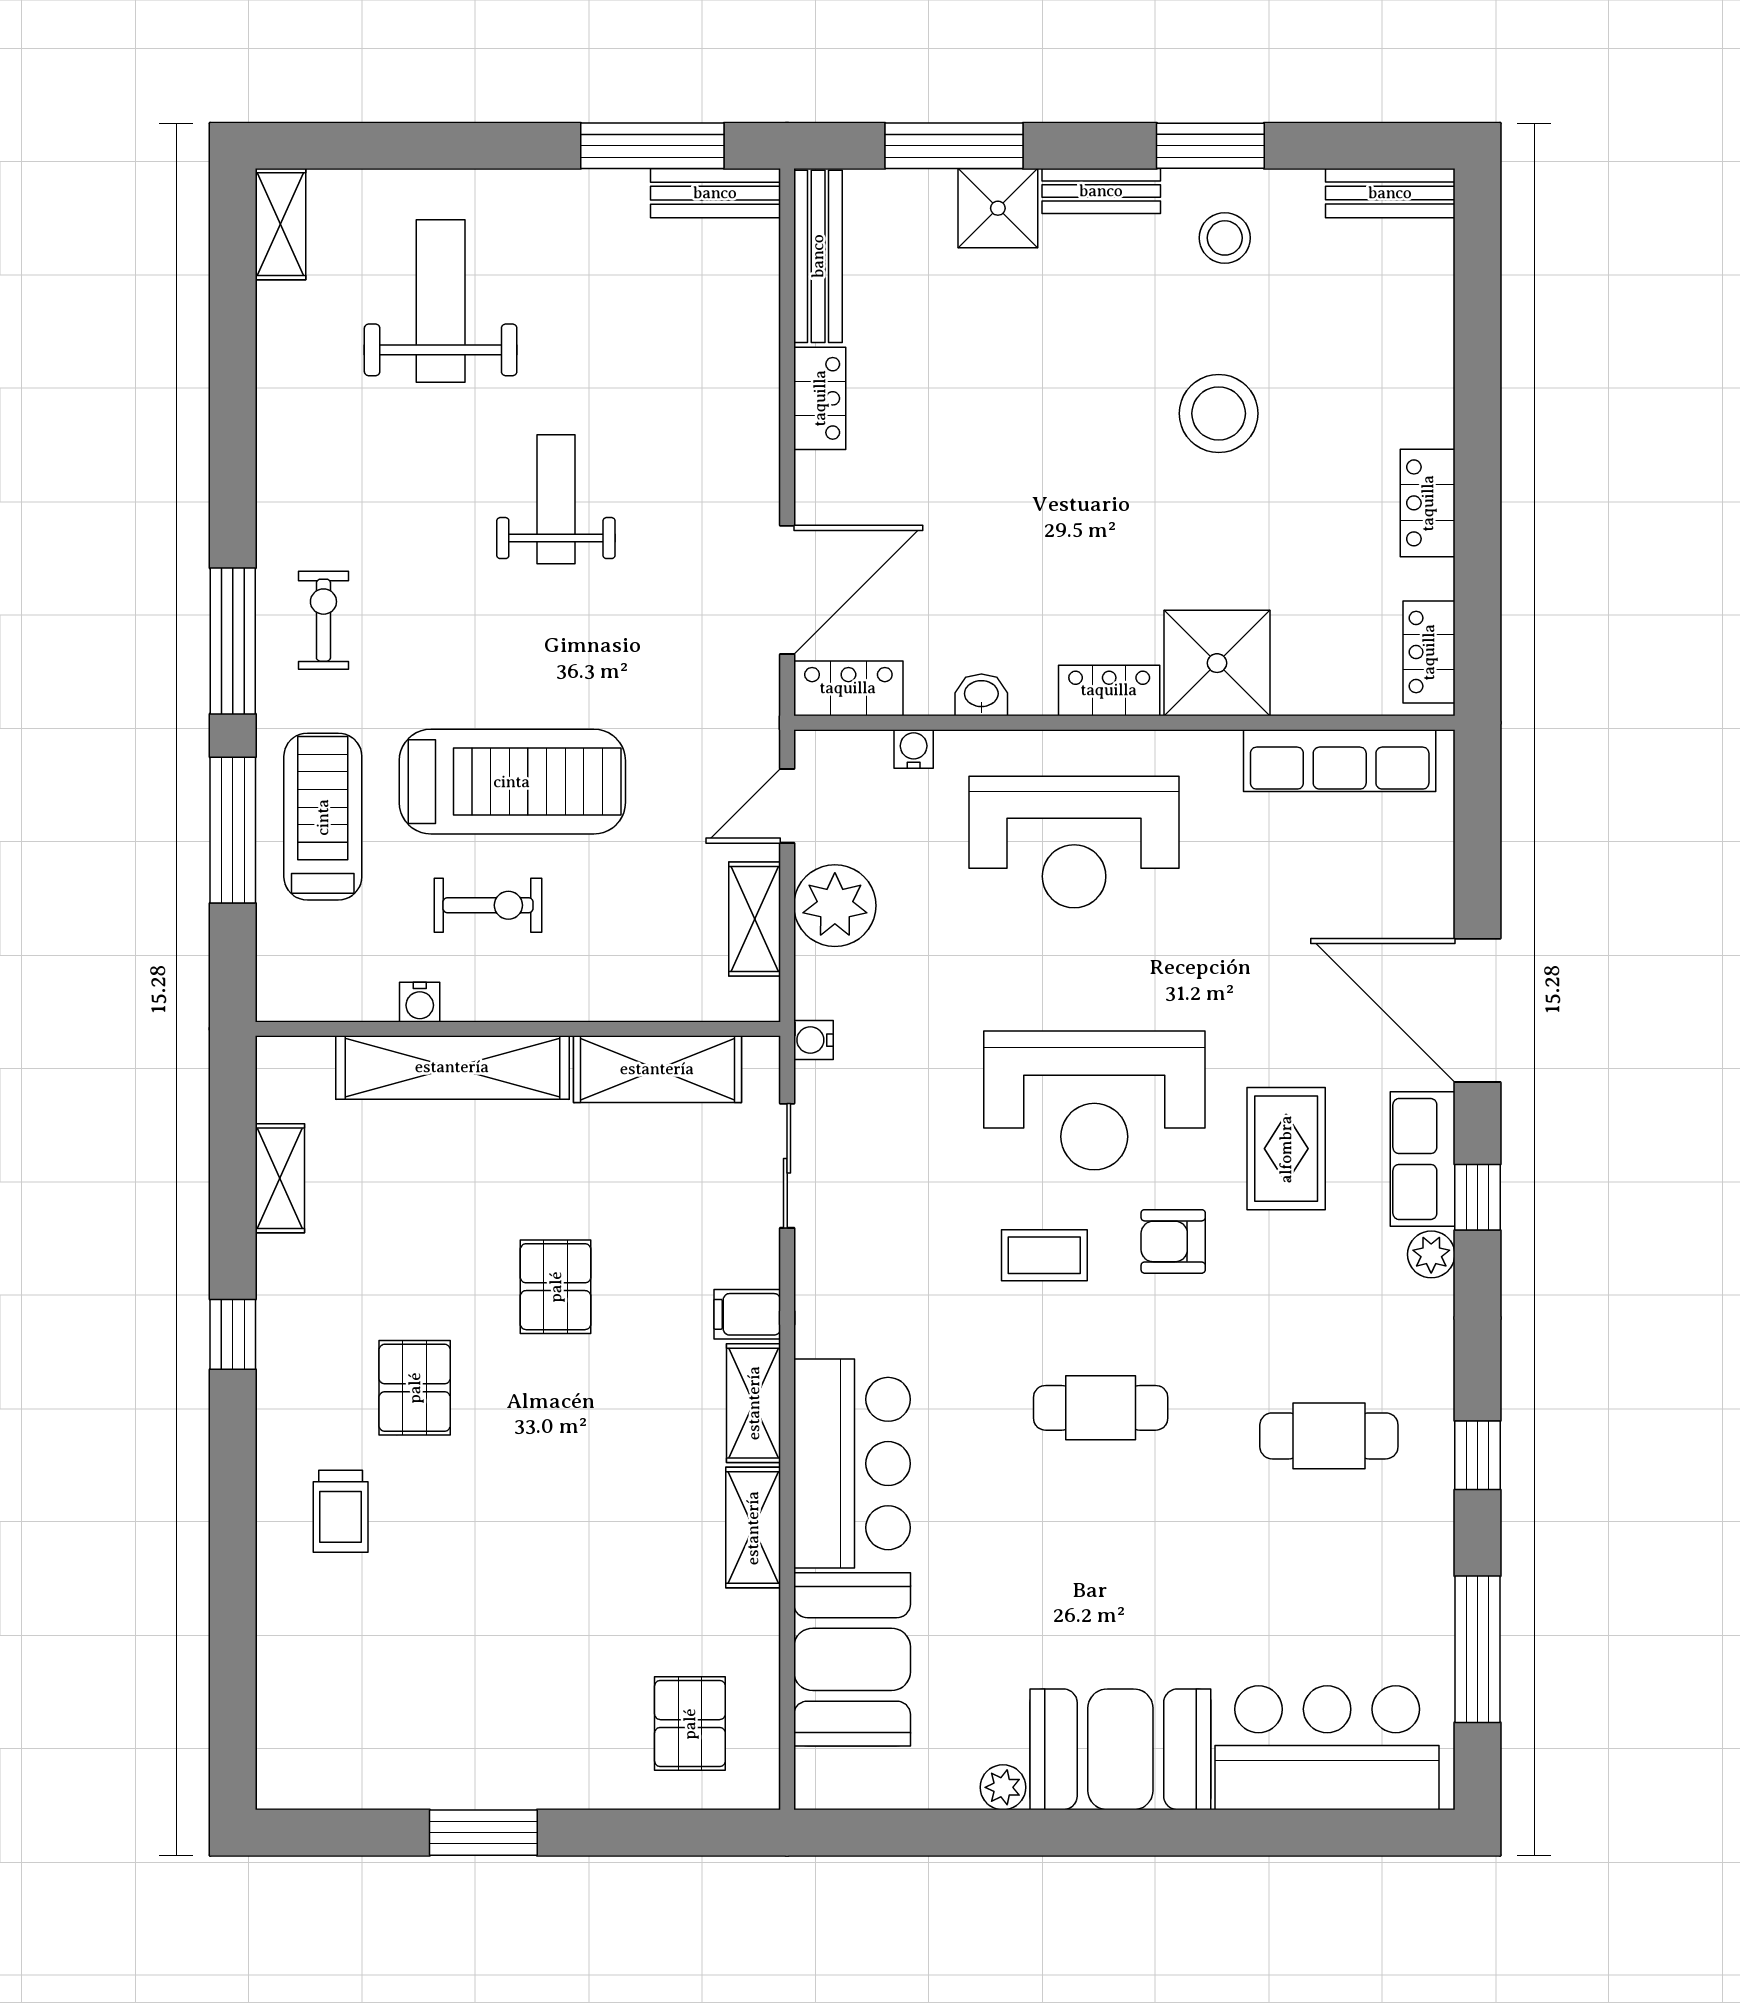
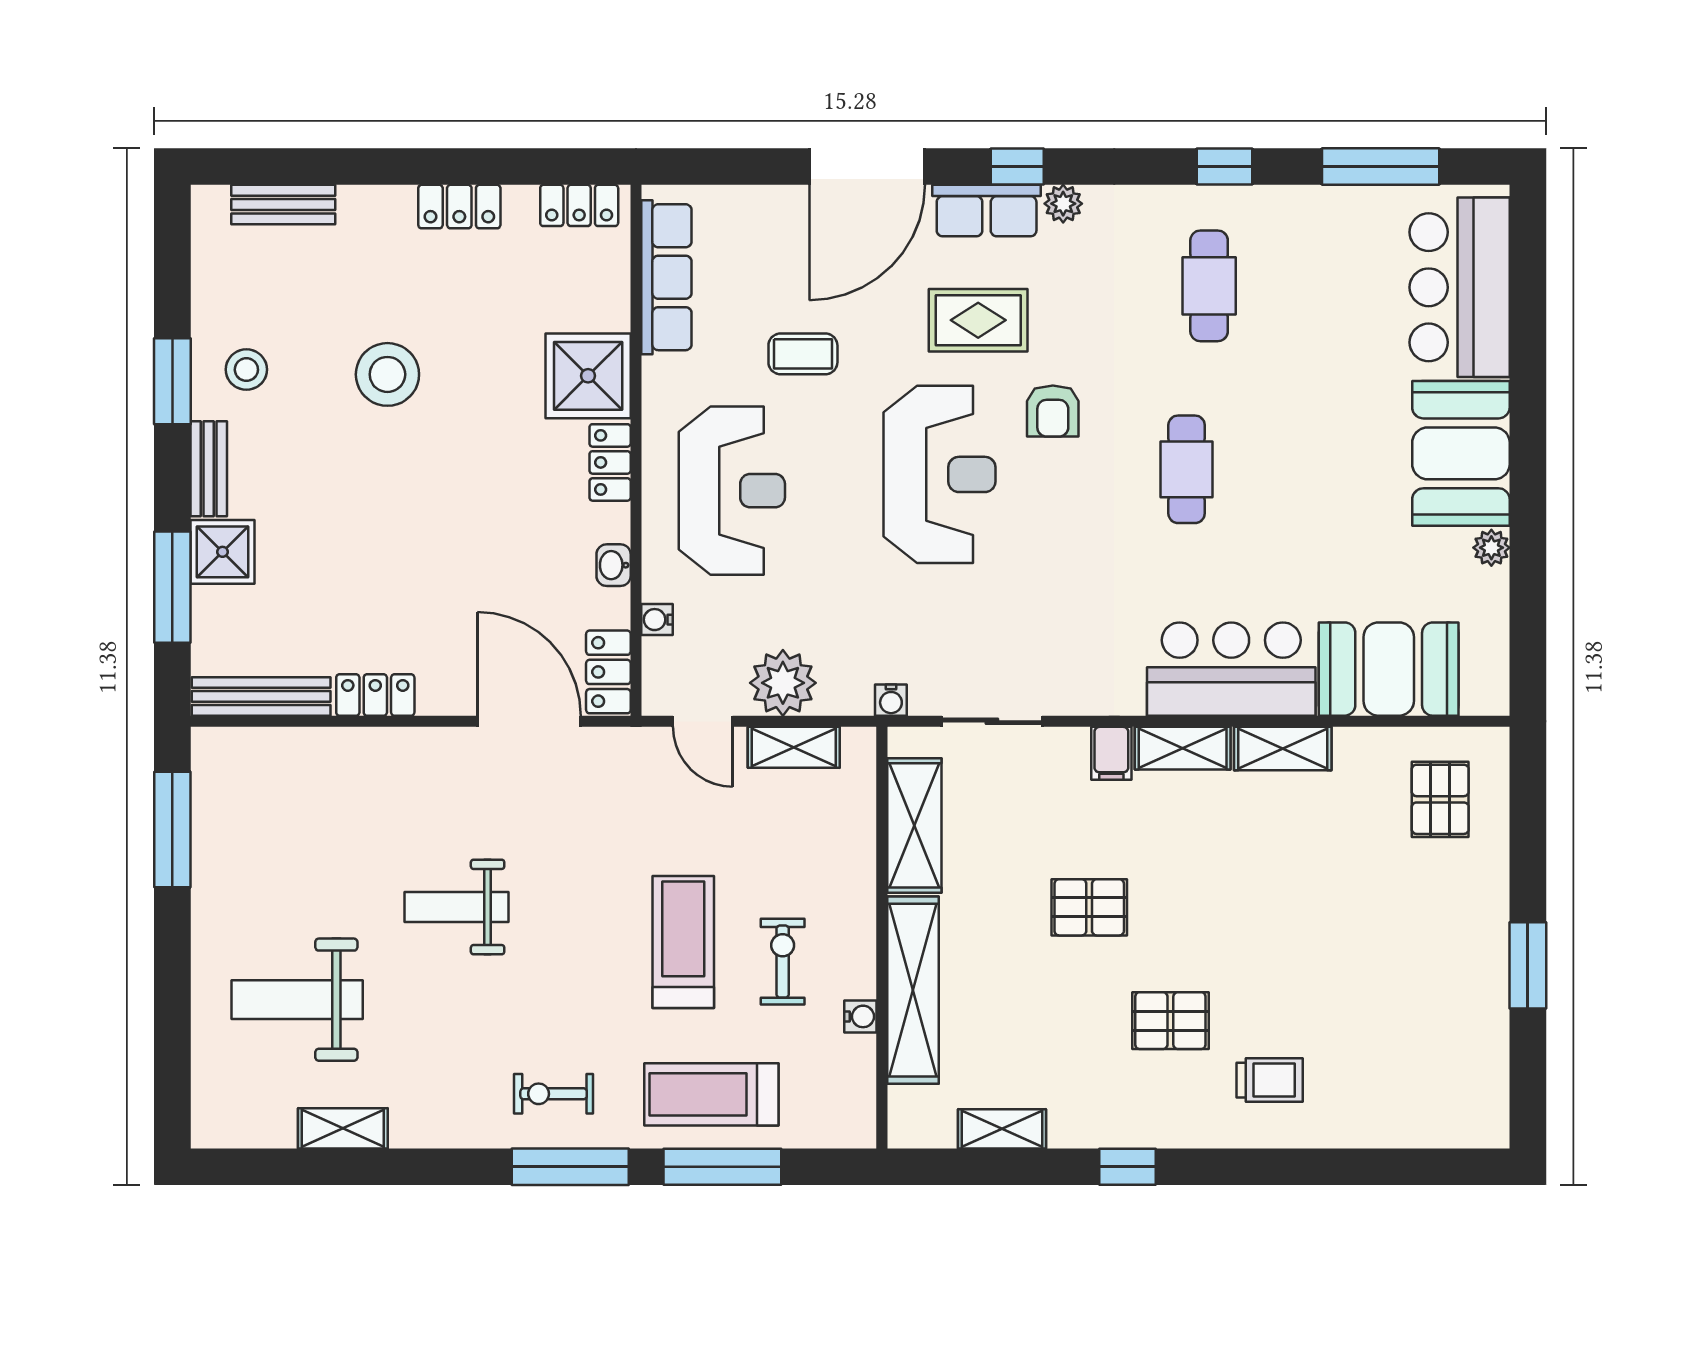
bench: (715, 193) -> (210, 779), removed
bench: (1390, 193) -> (283, 205), moved, turned 90
shelving: (280, 224) -> (343, 1128), moved
treadmill: (512, 782) -> (683, 942), width x0.73, depth x0.73
coffee table: (1044, 1255) -> (803, 354), moved, turned 90
pallet: (690, 1724) -> (1440, 799), turned 90

